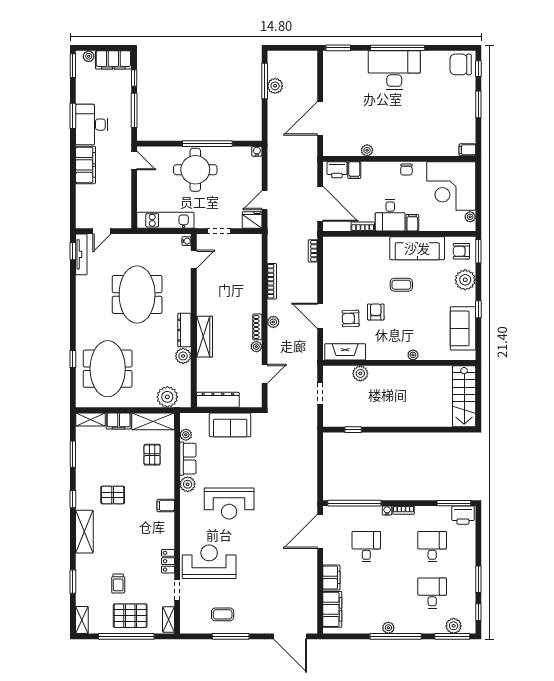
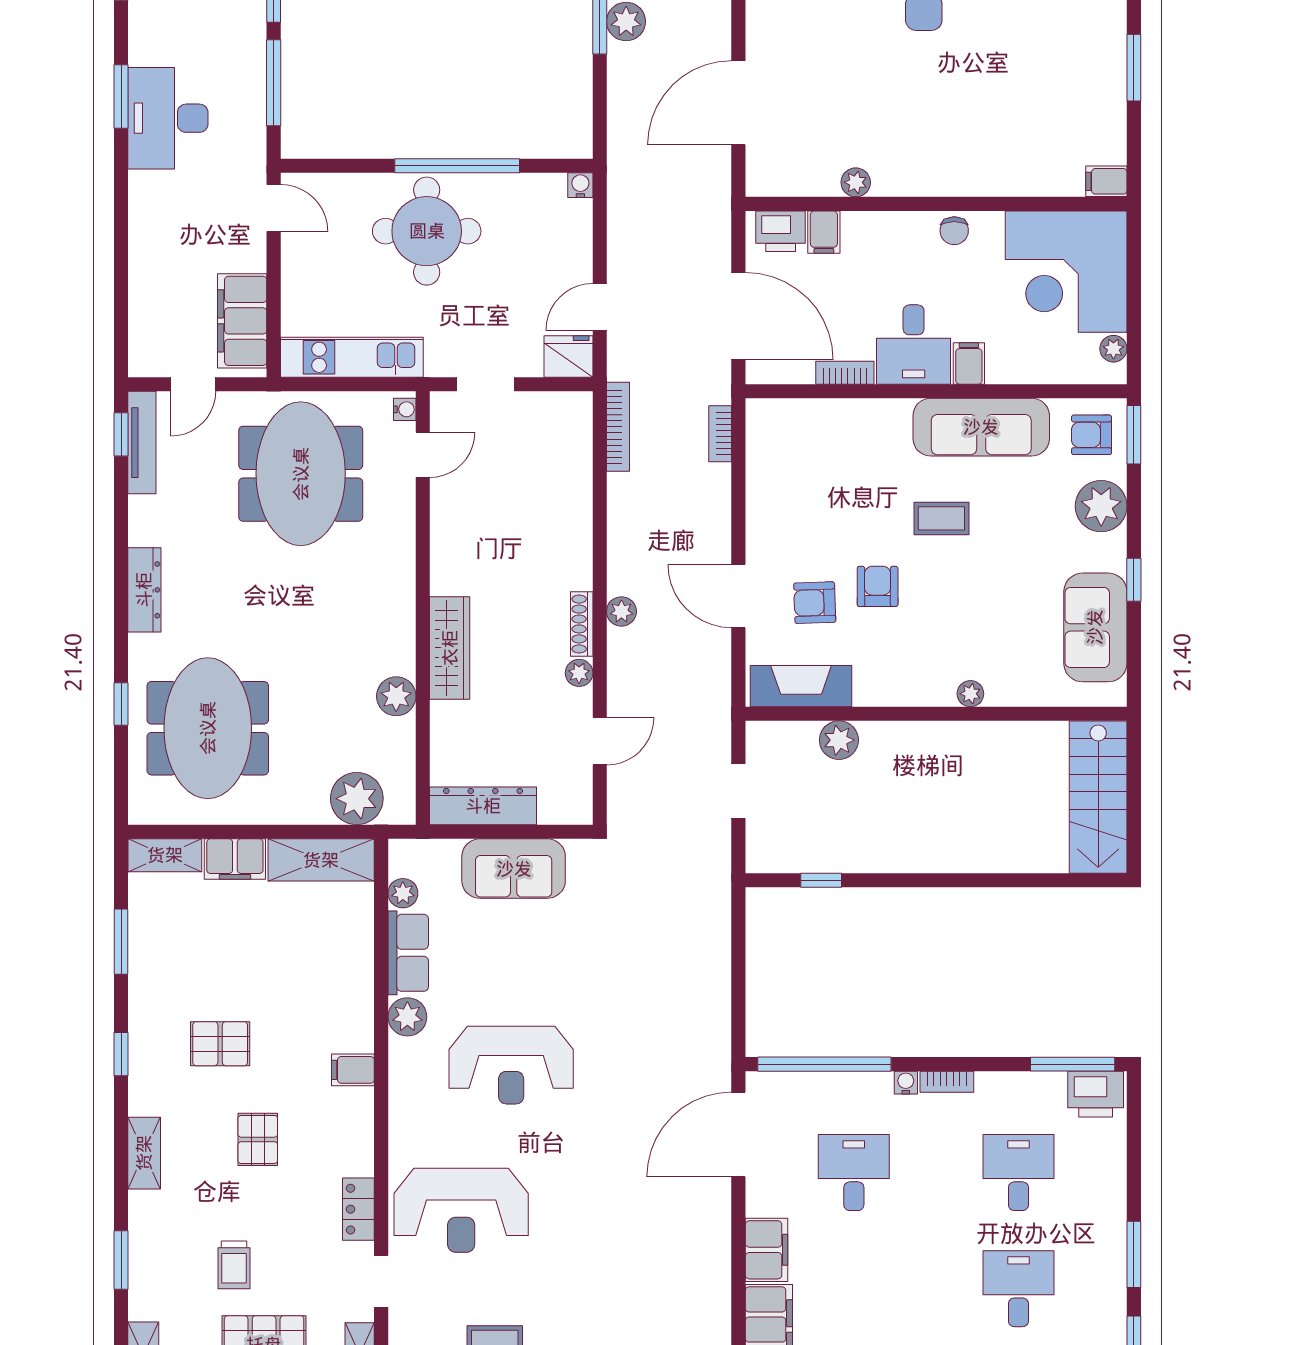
filing cabinet: (86, 165) -> (242, 321), moved, turned 180
bookcase: (272, 281) -> (618, 427), moved
meeting table: (137, 294) -> (301, 474), moved
dresser: (184, 330) -> (144, 590), moved, turned 180
pallet: (152, 455) -> (258, 1139), moved
shelving: (84, 532) -> (144, 1153), width x0.67, depth x0.75
reception desk: (209, 562) -> (461, 1210), turned 180

